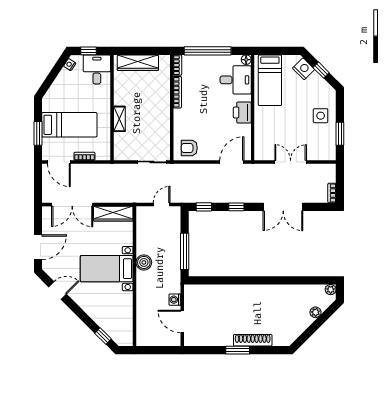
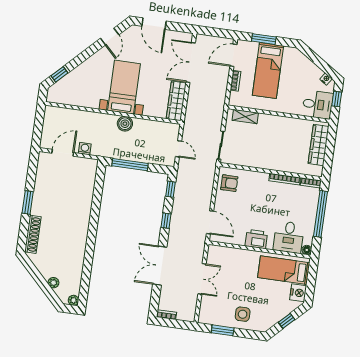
nightstand: (304, 69) -> (298, 293), moved, turned -45
shelving: (119, 119) -> (245, 117), moved
armchair: (189, 148) -> (229, 183), turned 90
shoe rack: (253, 340) -> (33, 234), moved

